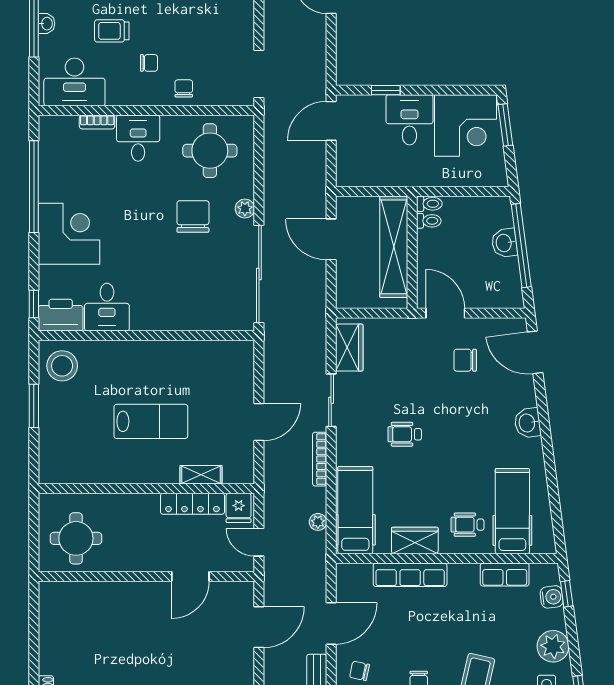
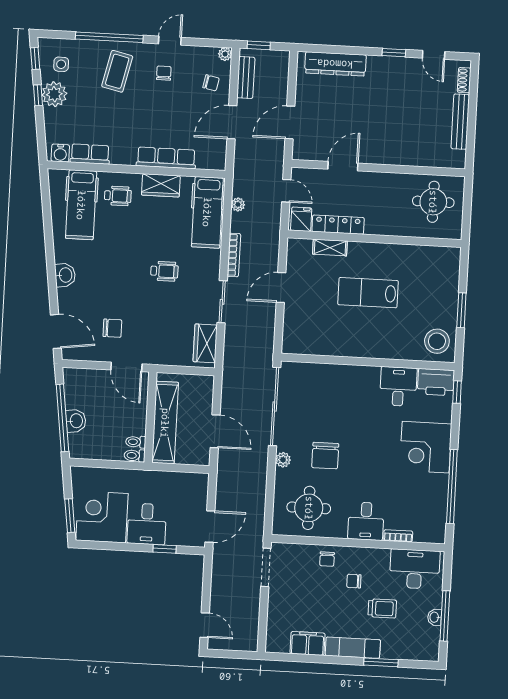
window: (567, 594) -> (38, 95), moved
water cooler: (552, 597) -> (60, 153), moved, turned -83
bench: (48, 640) -> (460, 122), added

